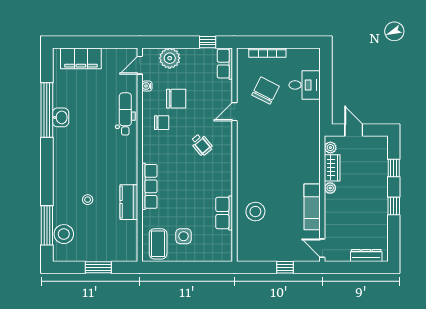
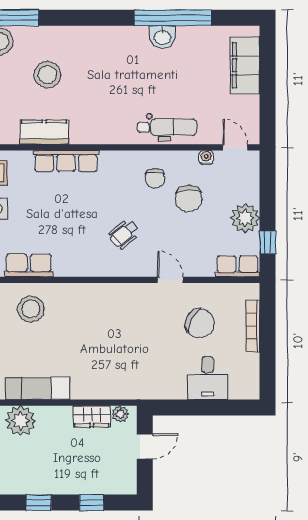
plant: (170, 58) -> (245, 218), moved
plant: (330, 188) -> (20, 421), moved, width x1.88, depth x1.88
stool: (88, 200) -> (47, 75), width x1.89, depth x1.89

